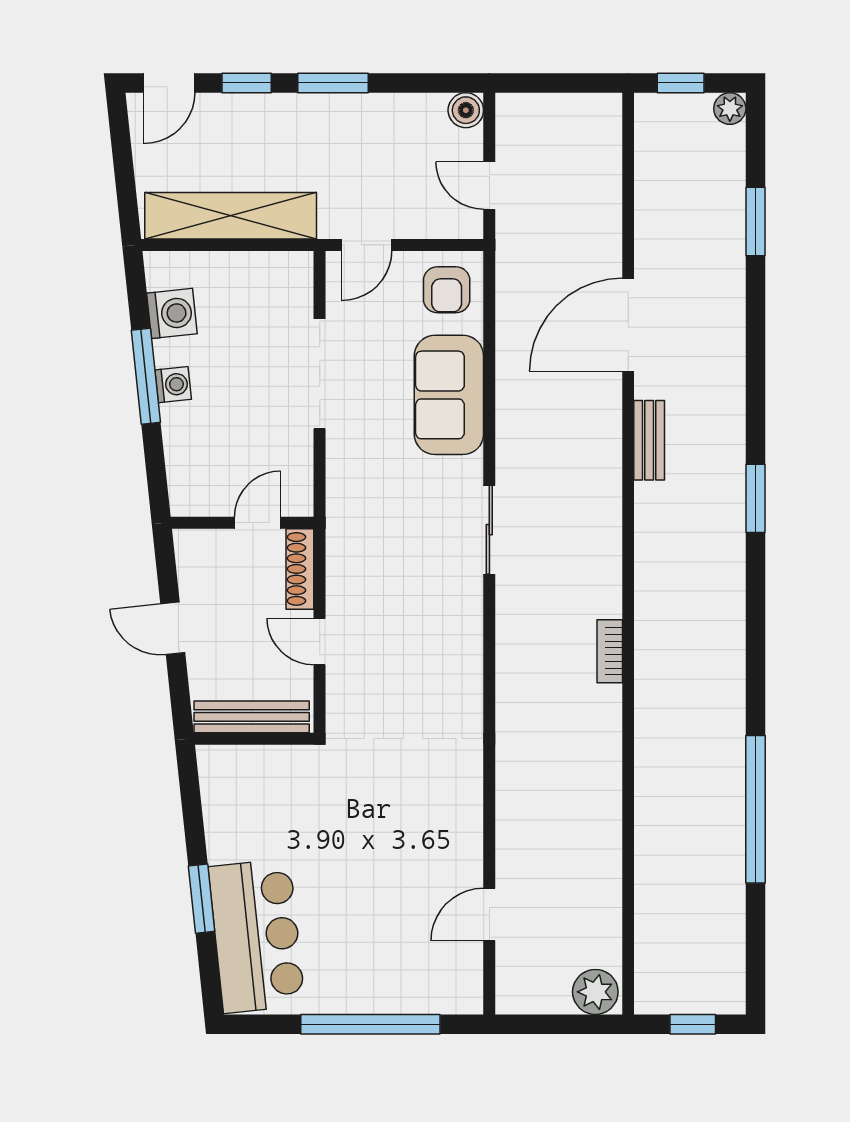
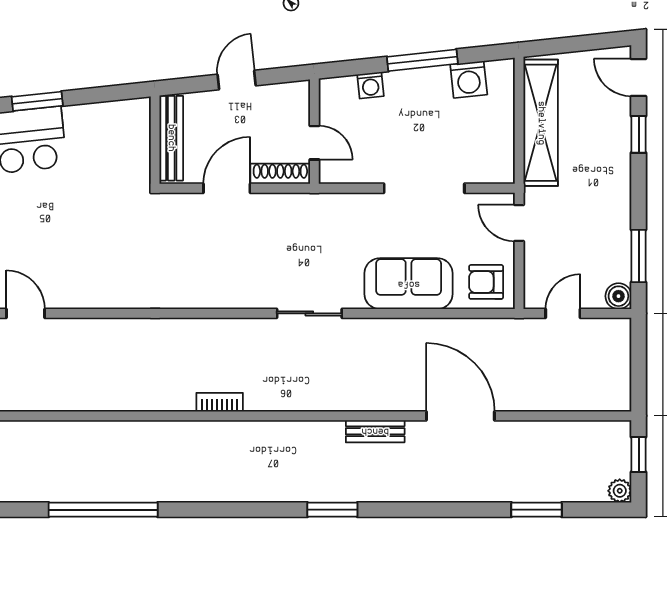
window: (333, 83) -> (639, 256), moved
washing machine: (173, 385) -> (370, 85), moved
door: (320, 642) -> (227, 188), width x1.38

